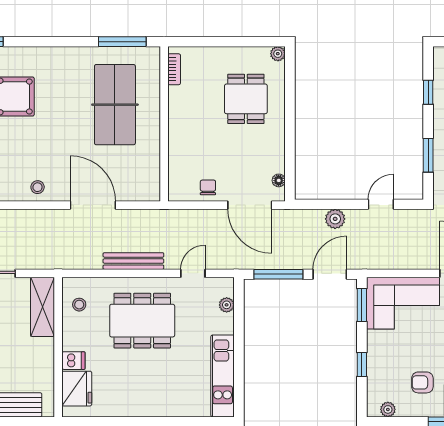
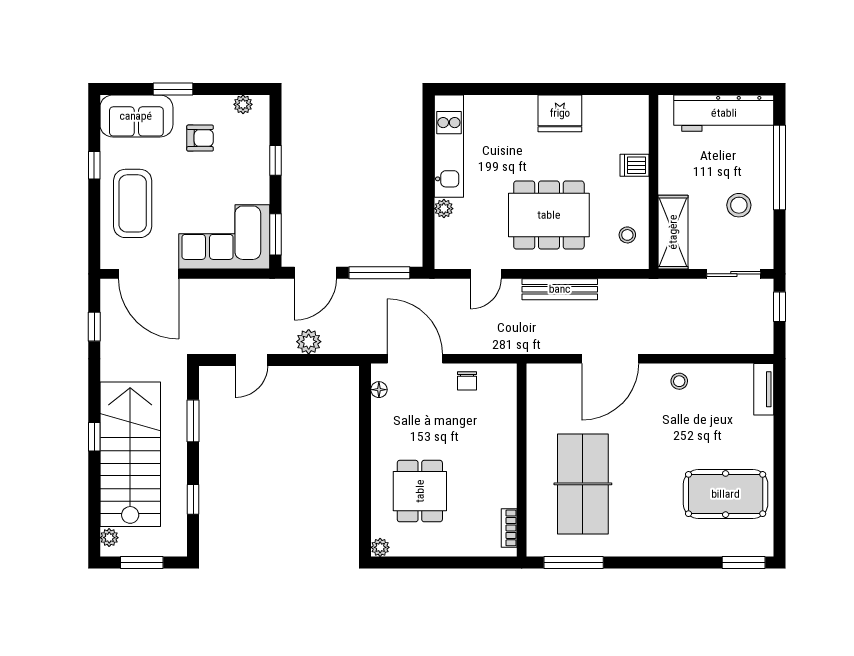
door: (93, 205) -> (610, 359), hinge flipped
plant: (227, 305) -> (444, 209), moved
fridge: (77, 389) -> (560, 113), moved, turned -90

